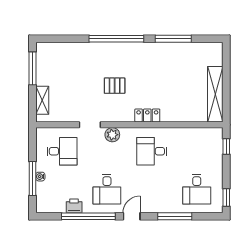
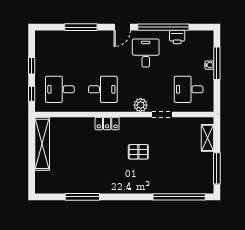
window: (116, 39) -> (179, 197), moved
desk: (197, 189) -> (60, 89), moved, turned -90
window: (226, 197) -> (32, 66), moved

